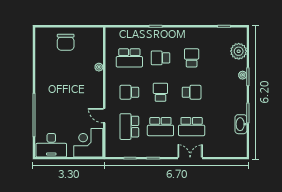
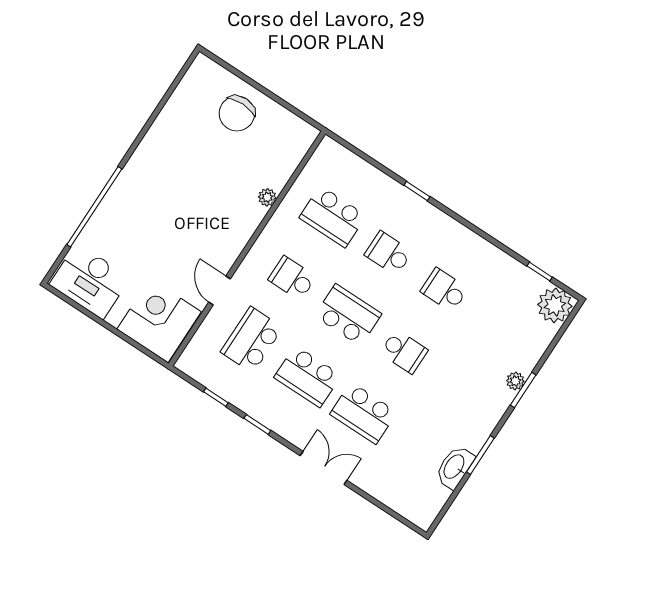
plant: (239, 51) -> (555, 305), moved
school desk: (192, 58) -> (444, 290), turned -90
school desk: (160, 92) -> (348, 315), width x1.85

